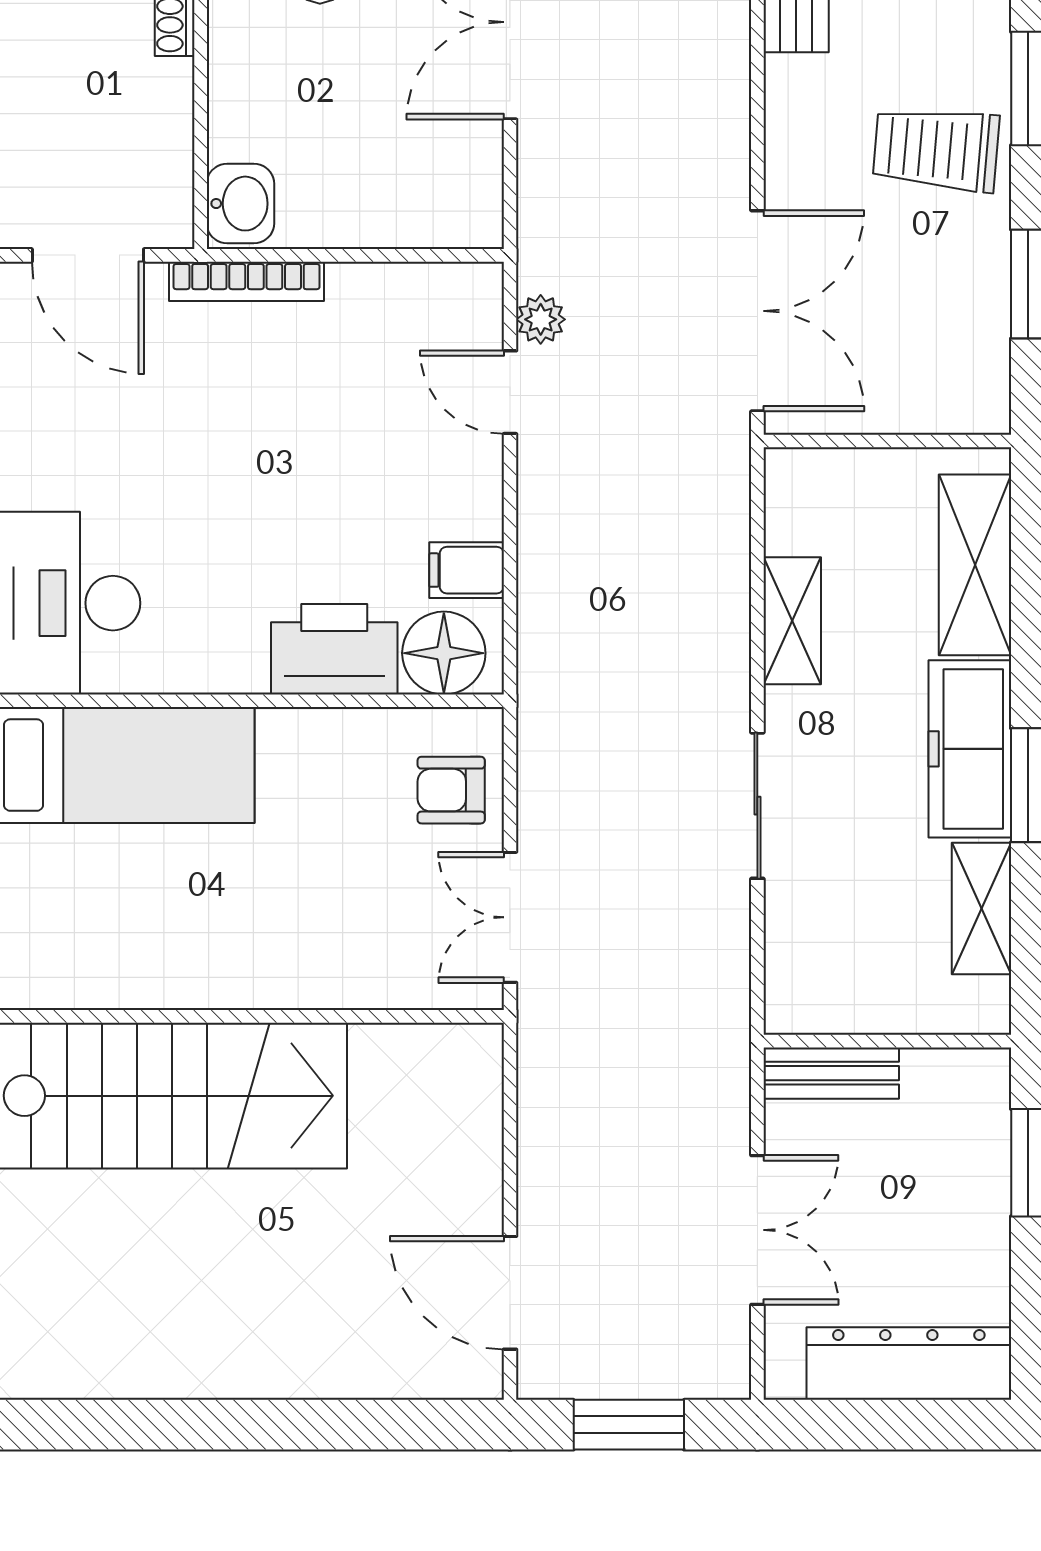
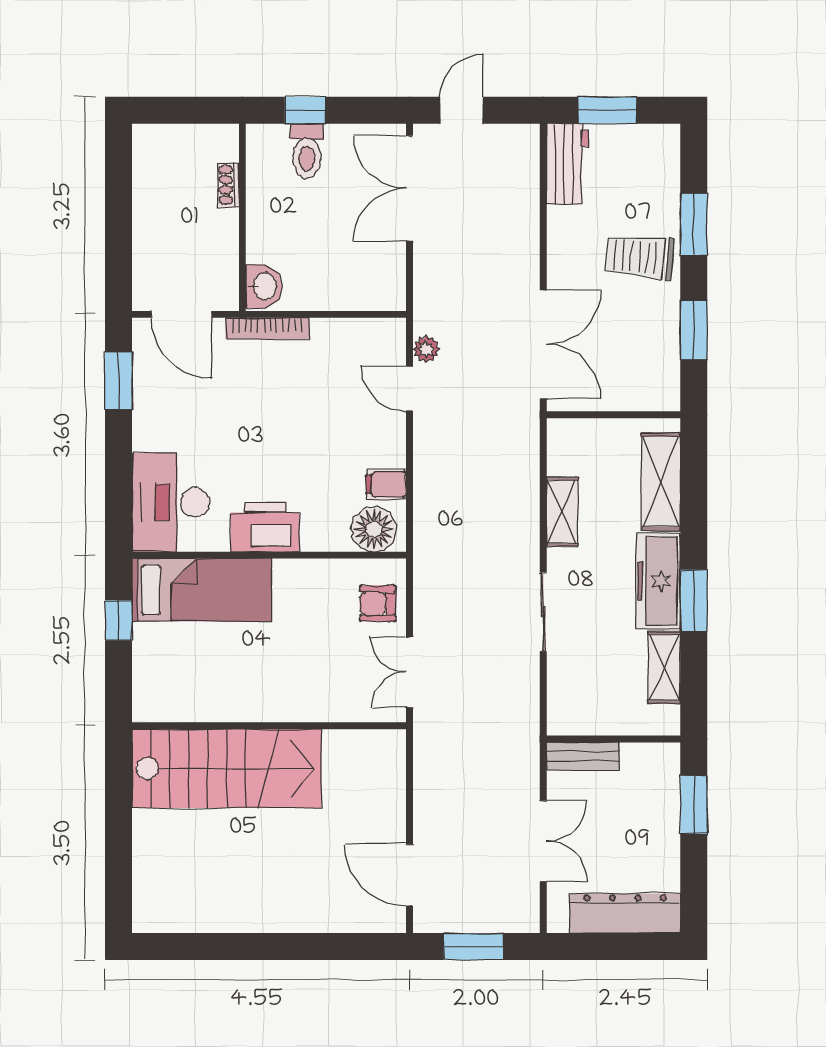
printer: (334, 649) -> (265, 527), moved

